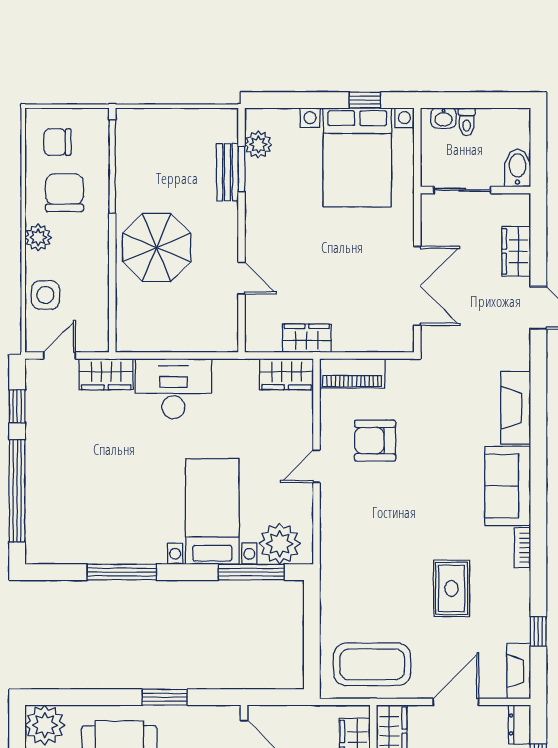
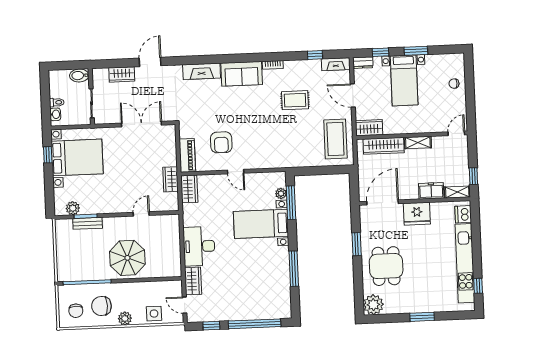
plant: (280, 544) -> (281, 193), width x0.53, depth x0.53

